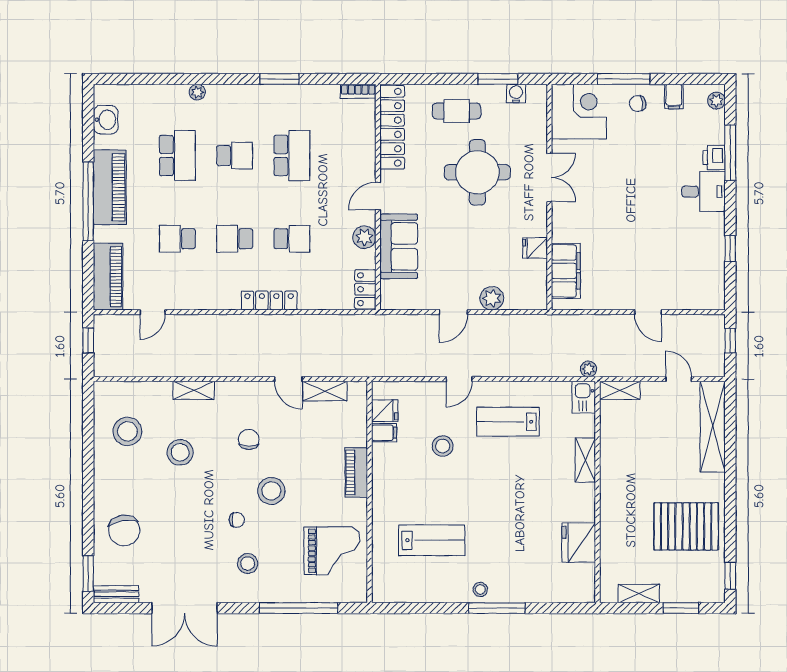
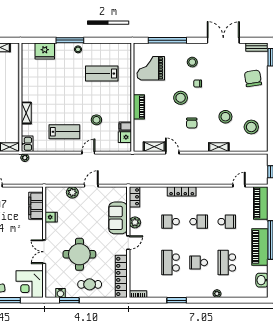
fridge: (579, 543) -> (45, 51), moved, turned 90

